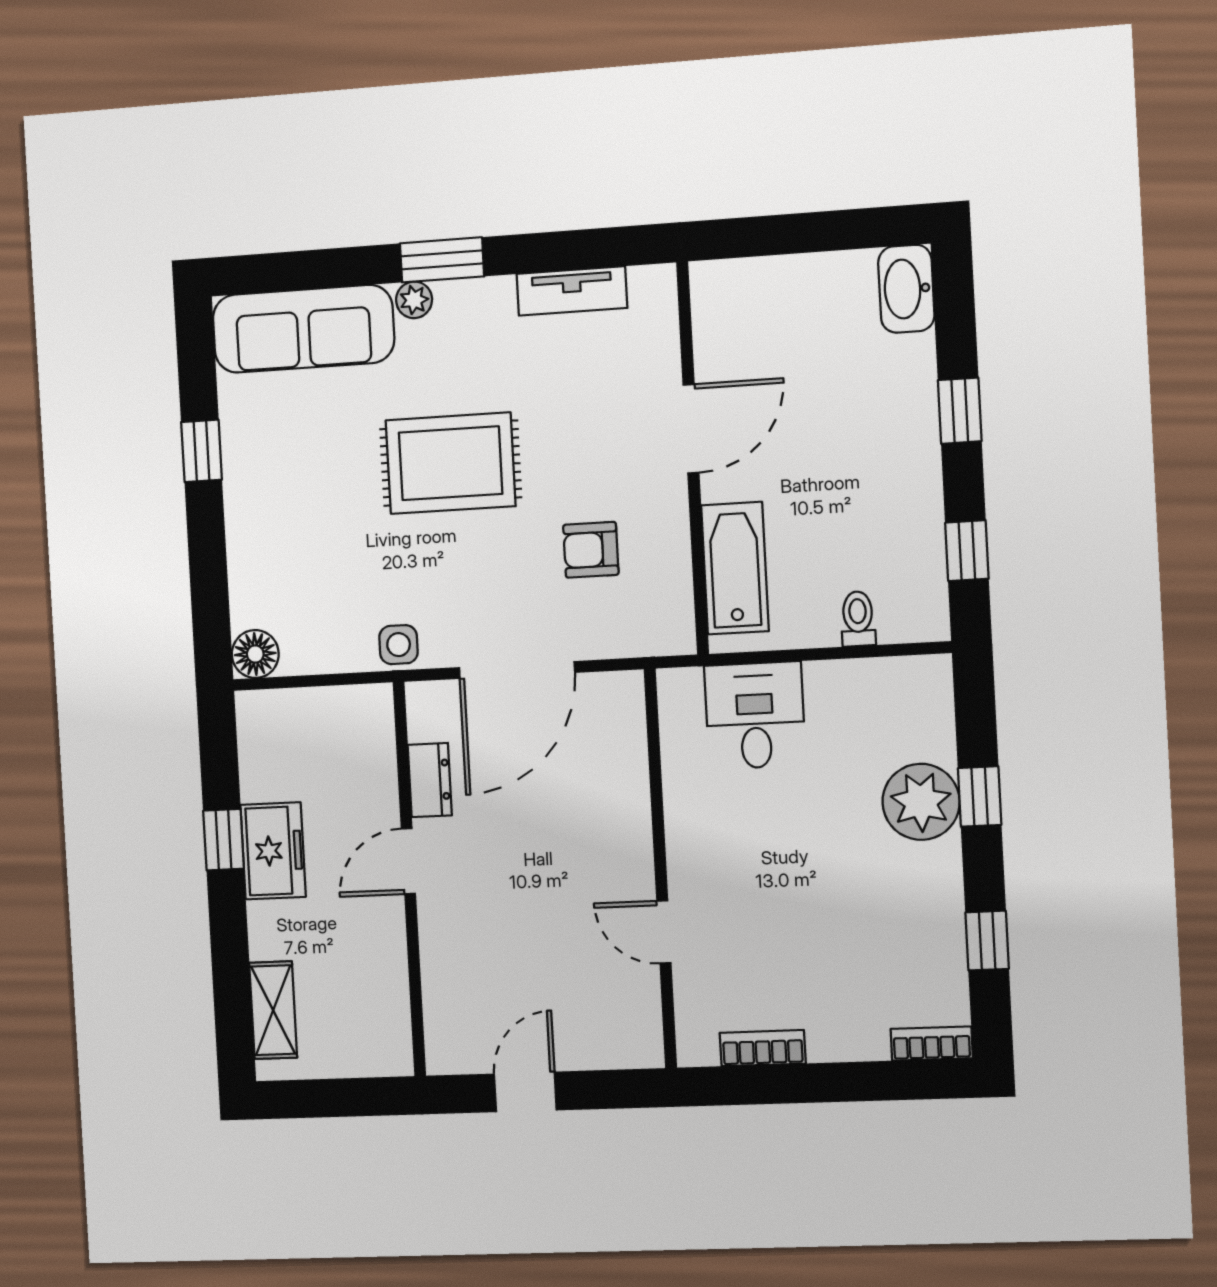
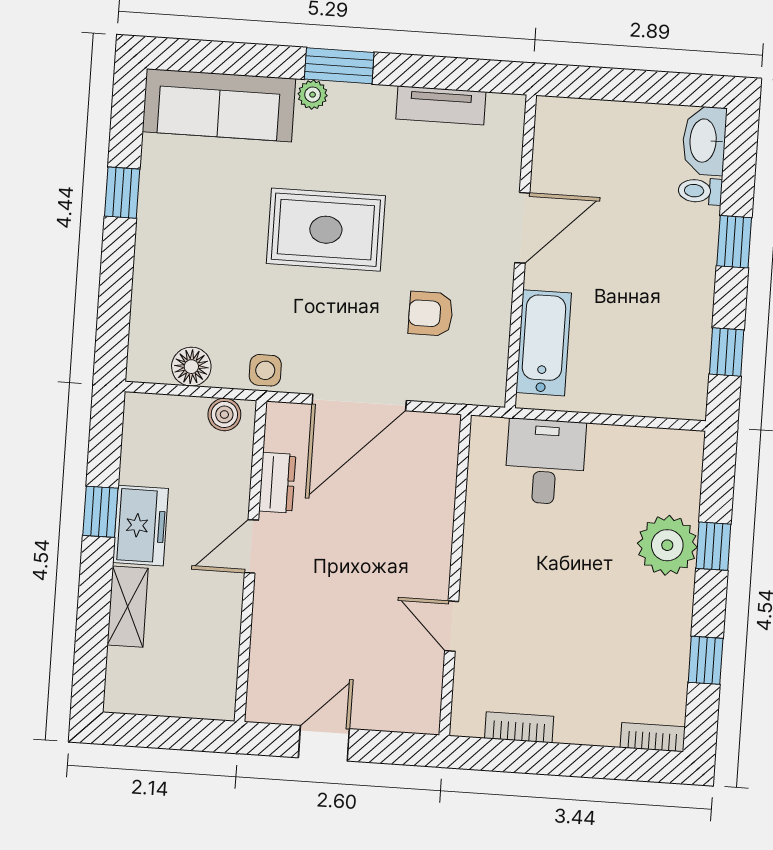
toilet: (858, 619) -> (700, 191), moved, turned -90
floor lamp: (255, 654) -> (191, 367), moved
boiler: (356, 704) -> (224, 414), added
shelving: (273, 1010) -> (128, 607), moved

